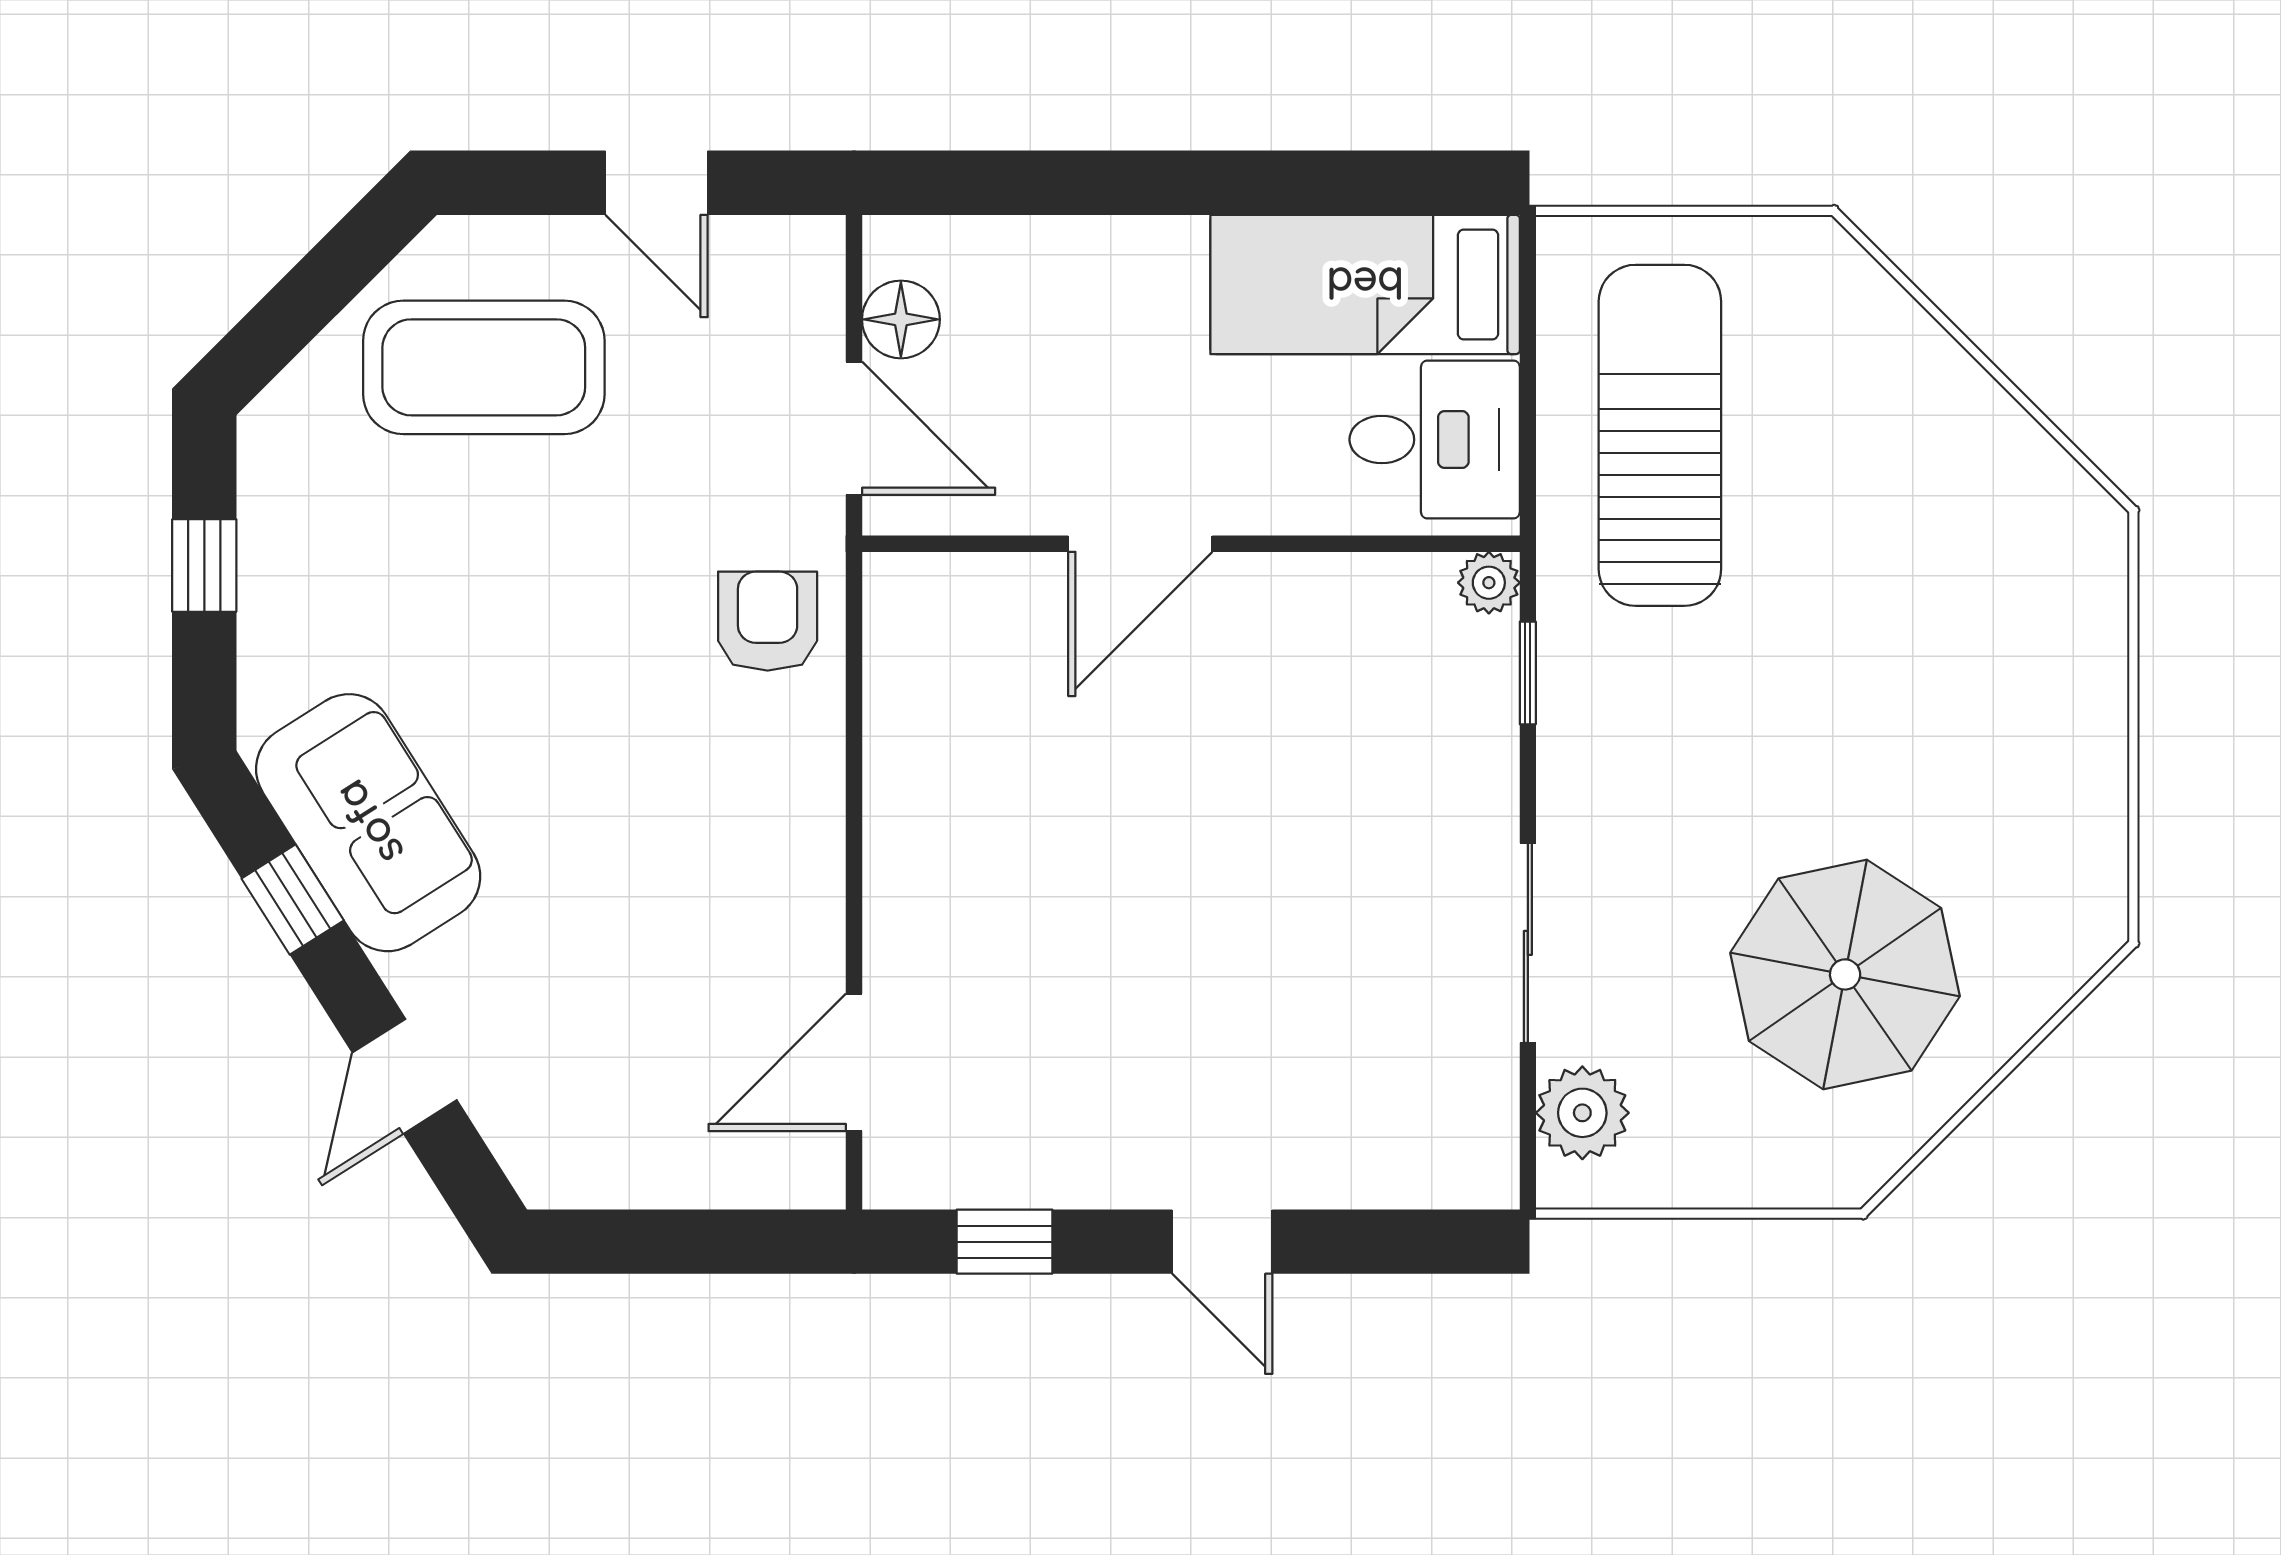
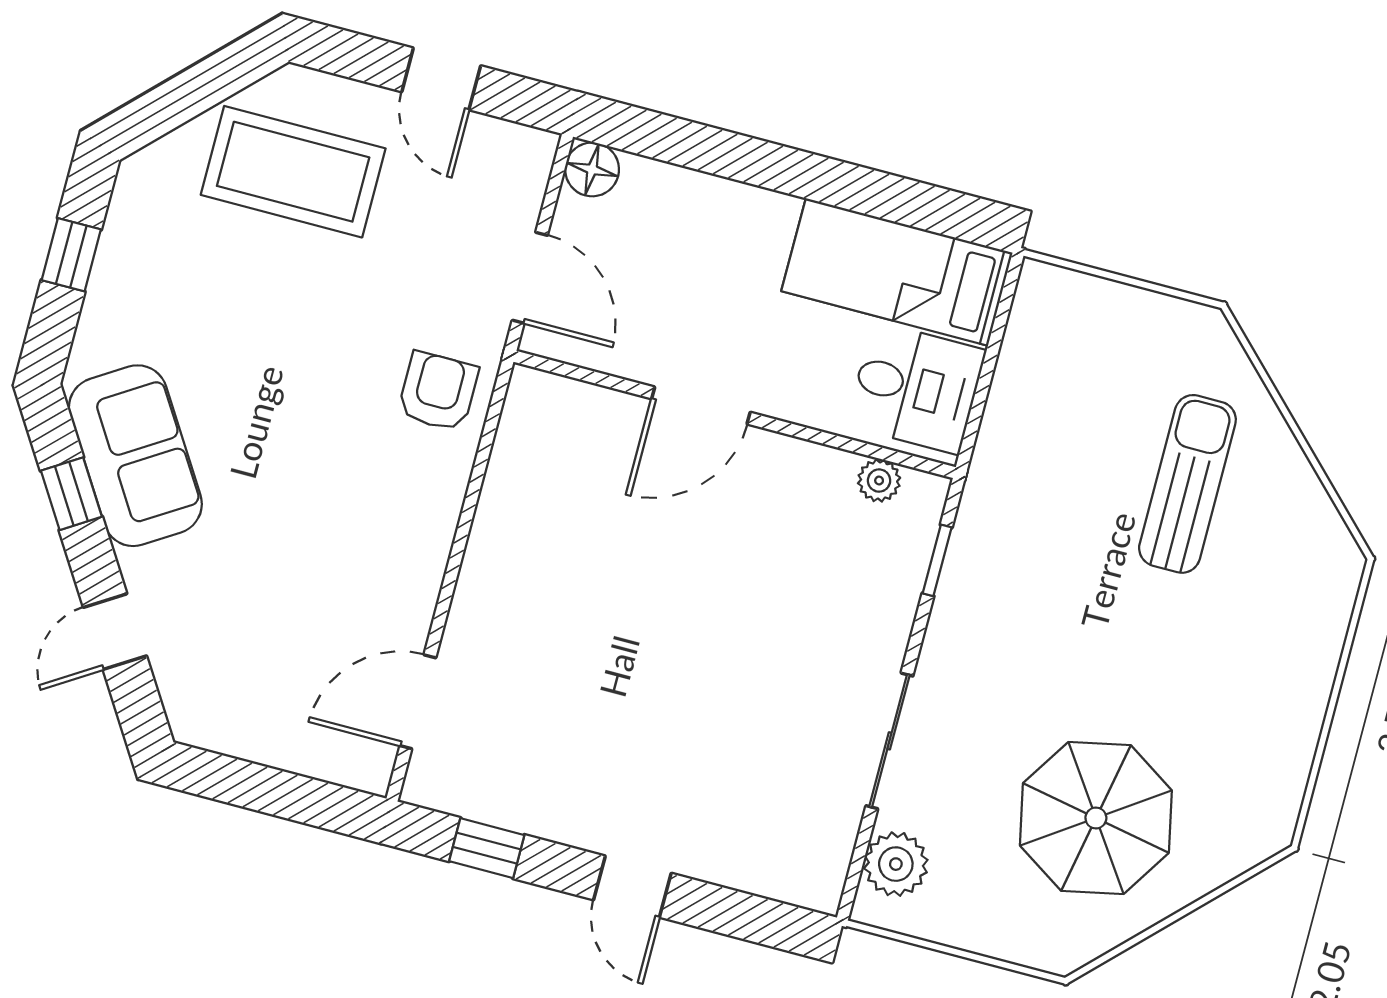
floor lamp: (901, 319) -> (592, 169), moved
sun lounger: (1660, 435) -> (1187, 484), moved, width x0.73, depth x0.75
plant: (1489, 583) -> (879, 481), moved

